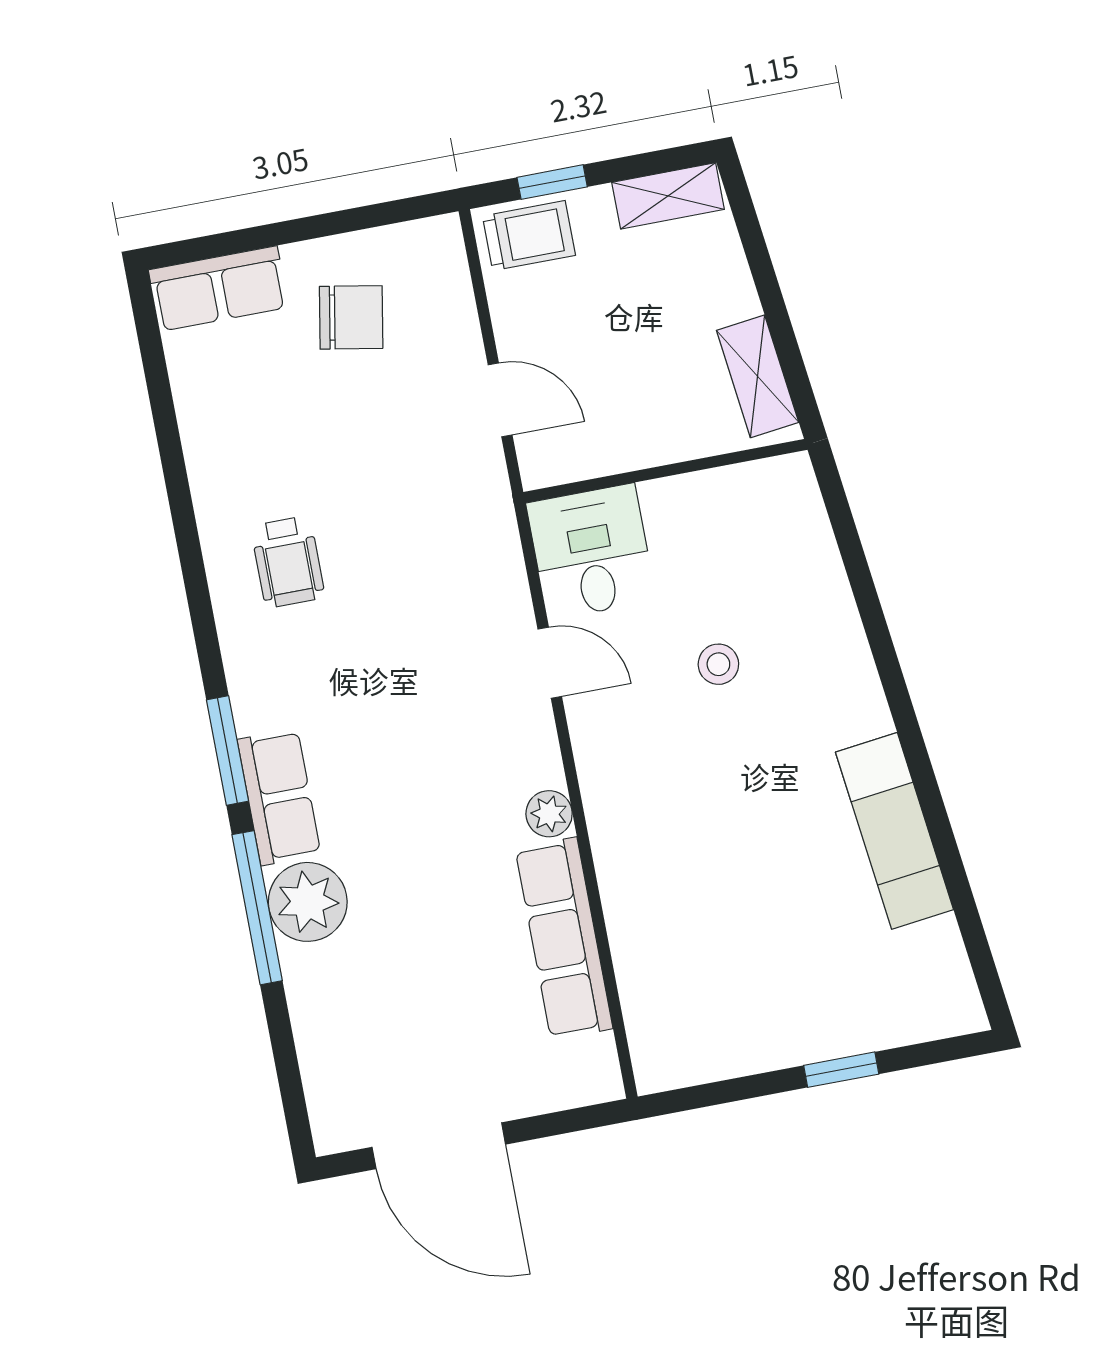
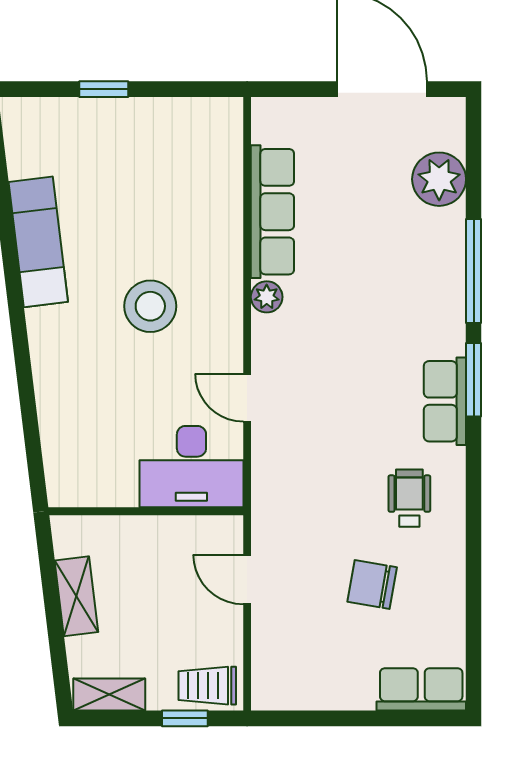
chair: (351, 317) -> (372, 584), moved
shelving: (758, 376) -> (76, 596), moved
desk: (591, 552) -> (191, 467), width x1.37
stool: (718, 664) -> (150, 306), moved, width x1.89, depth x1.89
row of seats: (279, 797) -> (445, 401), moved
plant: (308, 902) -> (439, 179), moved

